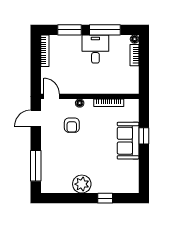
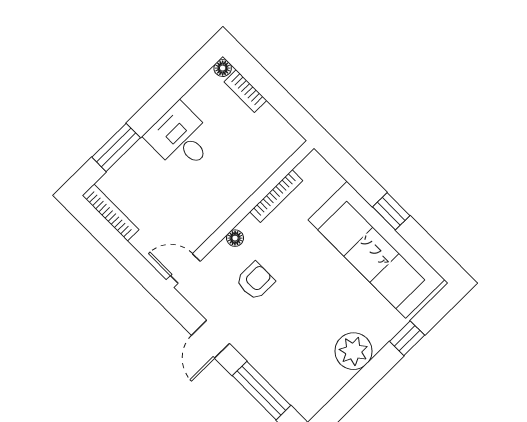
window: (105, 30) -> (167, 97), removed
door: (36, 118) -> (210, 339), moved
armchair: (72, 125) -> (255, 281), turned -90
window: (144, 136) -> (391, 211), moved
sofa: (128, 141) -> (376, 250), width x1.85, depth x1.27

